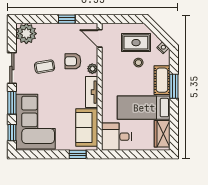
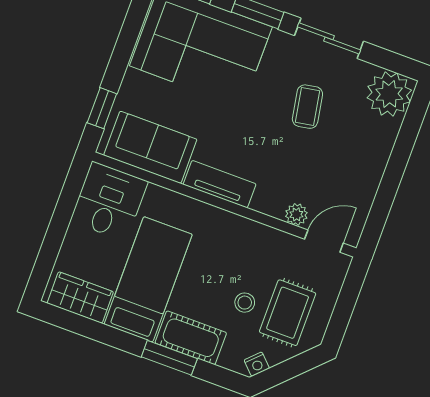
window: (67, 19) -> (388, 188), removed
armchair: (73, 61) -> (297, 169), removed
plant: (92, 69) -> (296, 214), moved

